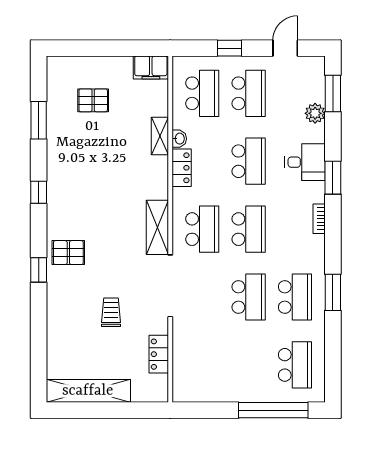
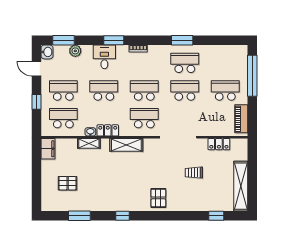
washbasin: (313, 66) -> (47, 52), added
pallet: (93, 100) -> (68, 183), turned 90
shelving: (157, 227) -> (126, 145), moved
window: (39, 270) -> (216, 216), moved
school desk: (295, 365) -> (225, 90), moved
piano: (201, 392) -> (241, 119), added

